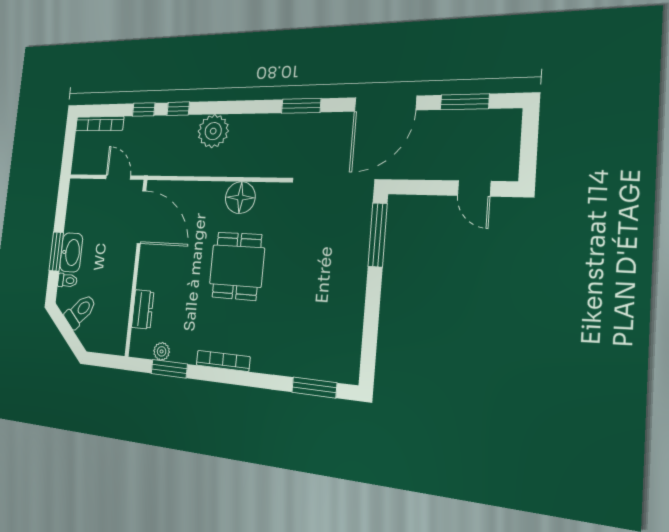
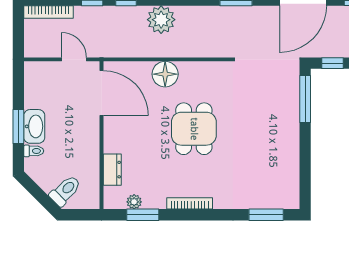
window: (419, 187) -> (333, 63), added
floor lamp: (240, 198) -> (165, 74), moved
toilet: (80, 311) -> (65, 191), moved

